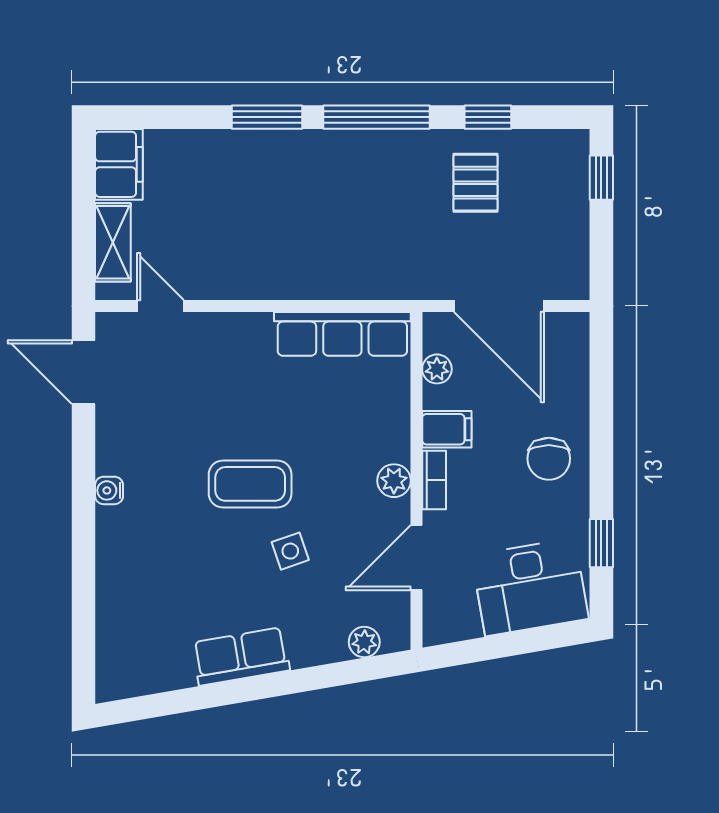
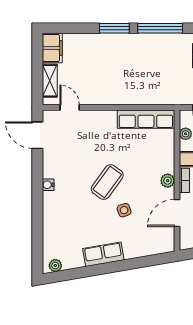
coffee table: (250, 484) -> (107, 182), turned -54
plant: (364, 642) -> (55, 265), moved

